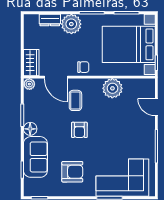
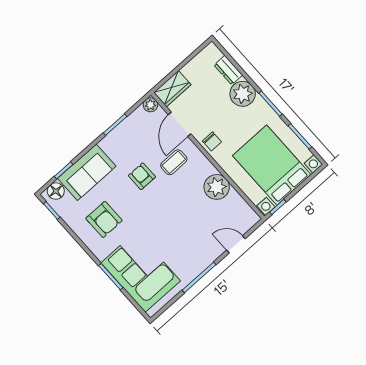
door: (156, 107) -> (236, 244), hinge flipped
floor lamp: (30, 129) -> (56, 191), moved
armchair: (79, 130) -> (142, 176), moved, turned 90

